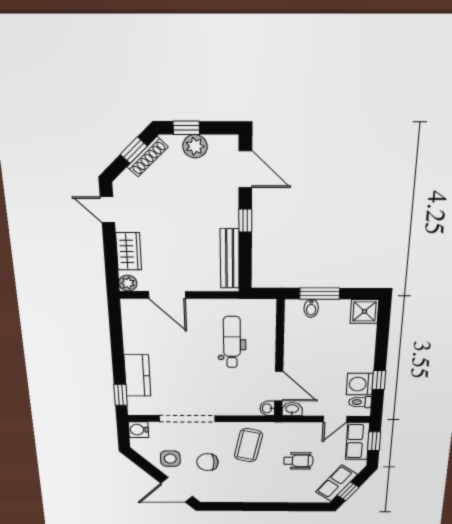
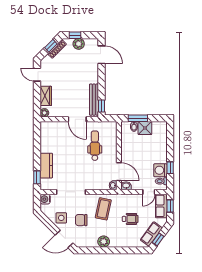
window: (245, 221) -> (101, 106), moved
door: (167, 295) -> (77, 119), moved
shower: (364, 311) -> (145, 128), moved
plant: (249, 494) -> (104, 242), added

